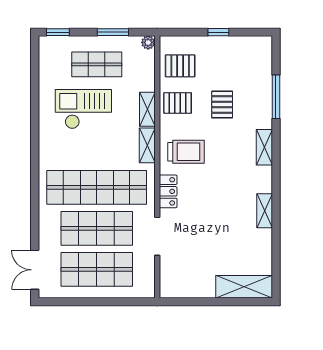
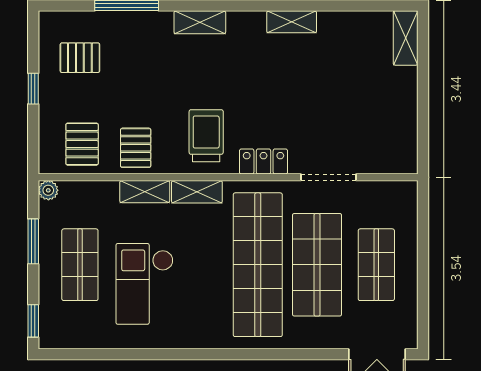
pallet: (222, 104) -> (80, 58), moved
shop shelf: (97, 269) -> (376, 265), width x0.70, depth x0.74
shelving: (244, 287) -> (406, 38), width x0.67, depth x0.75

